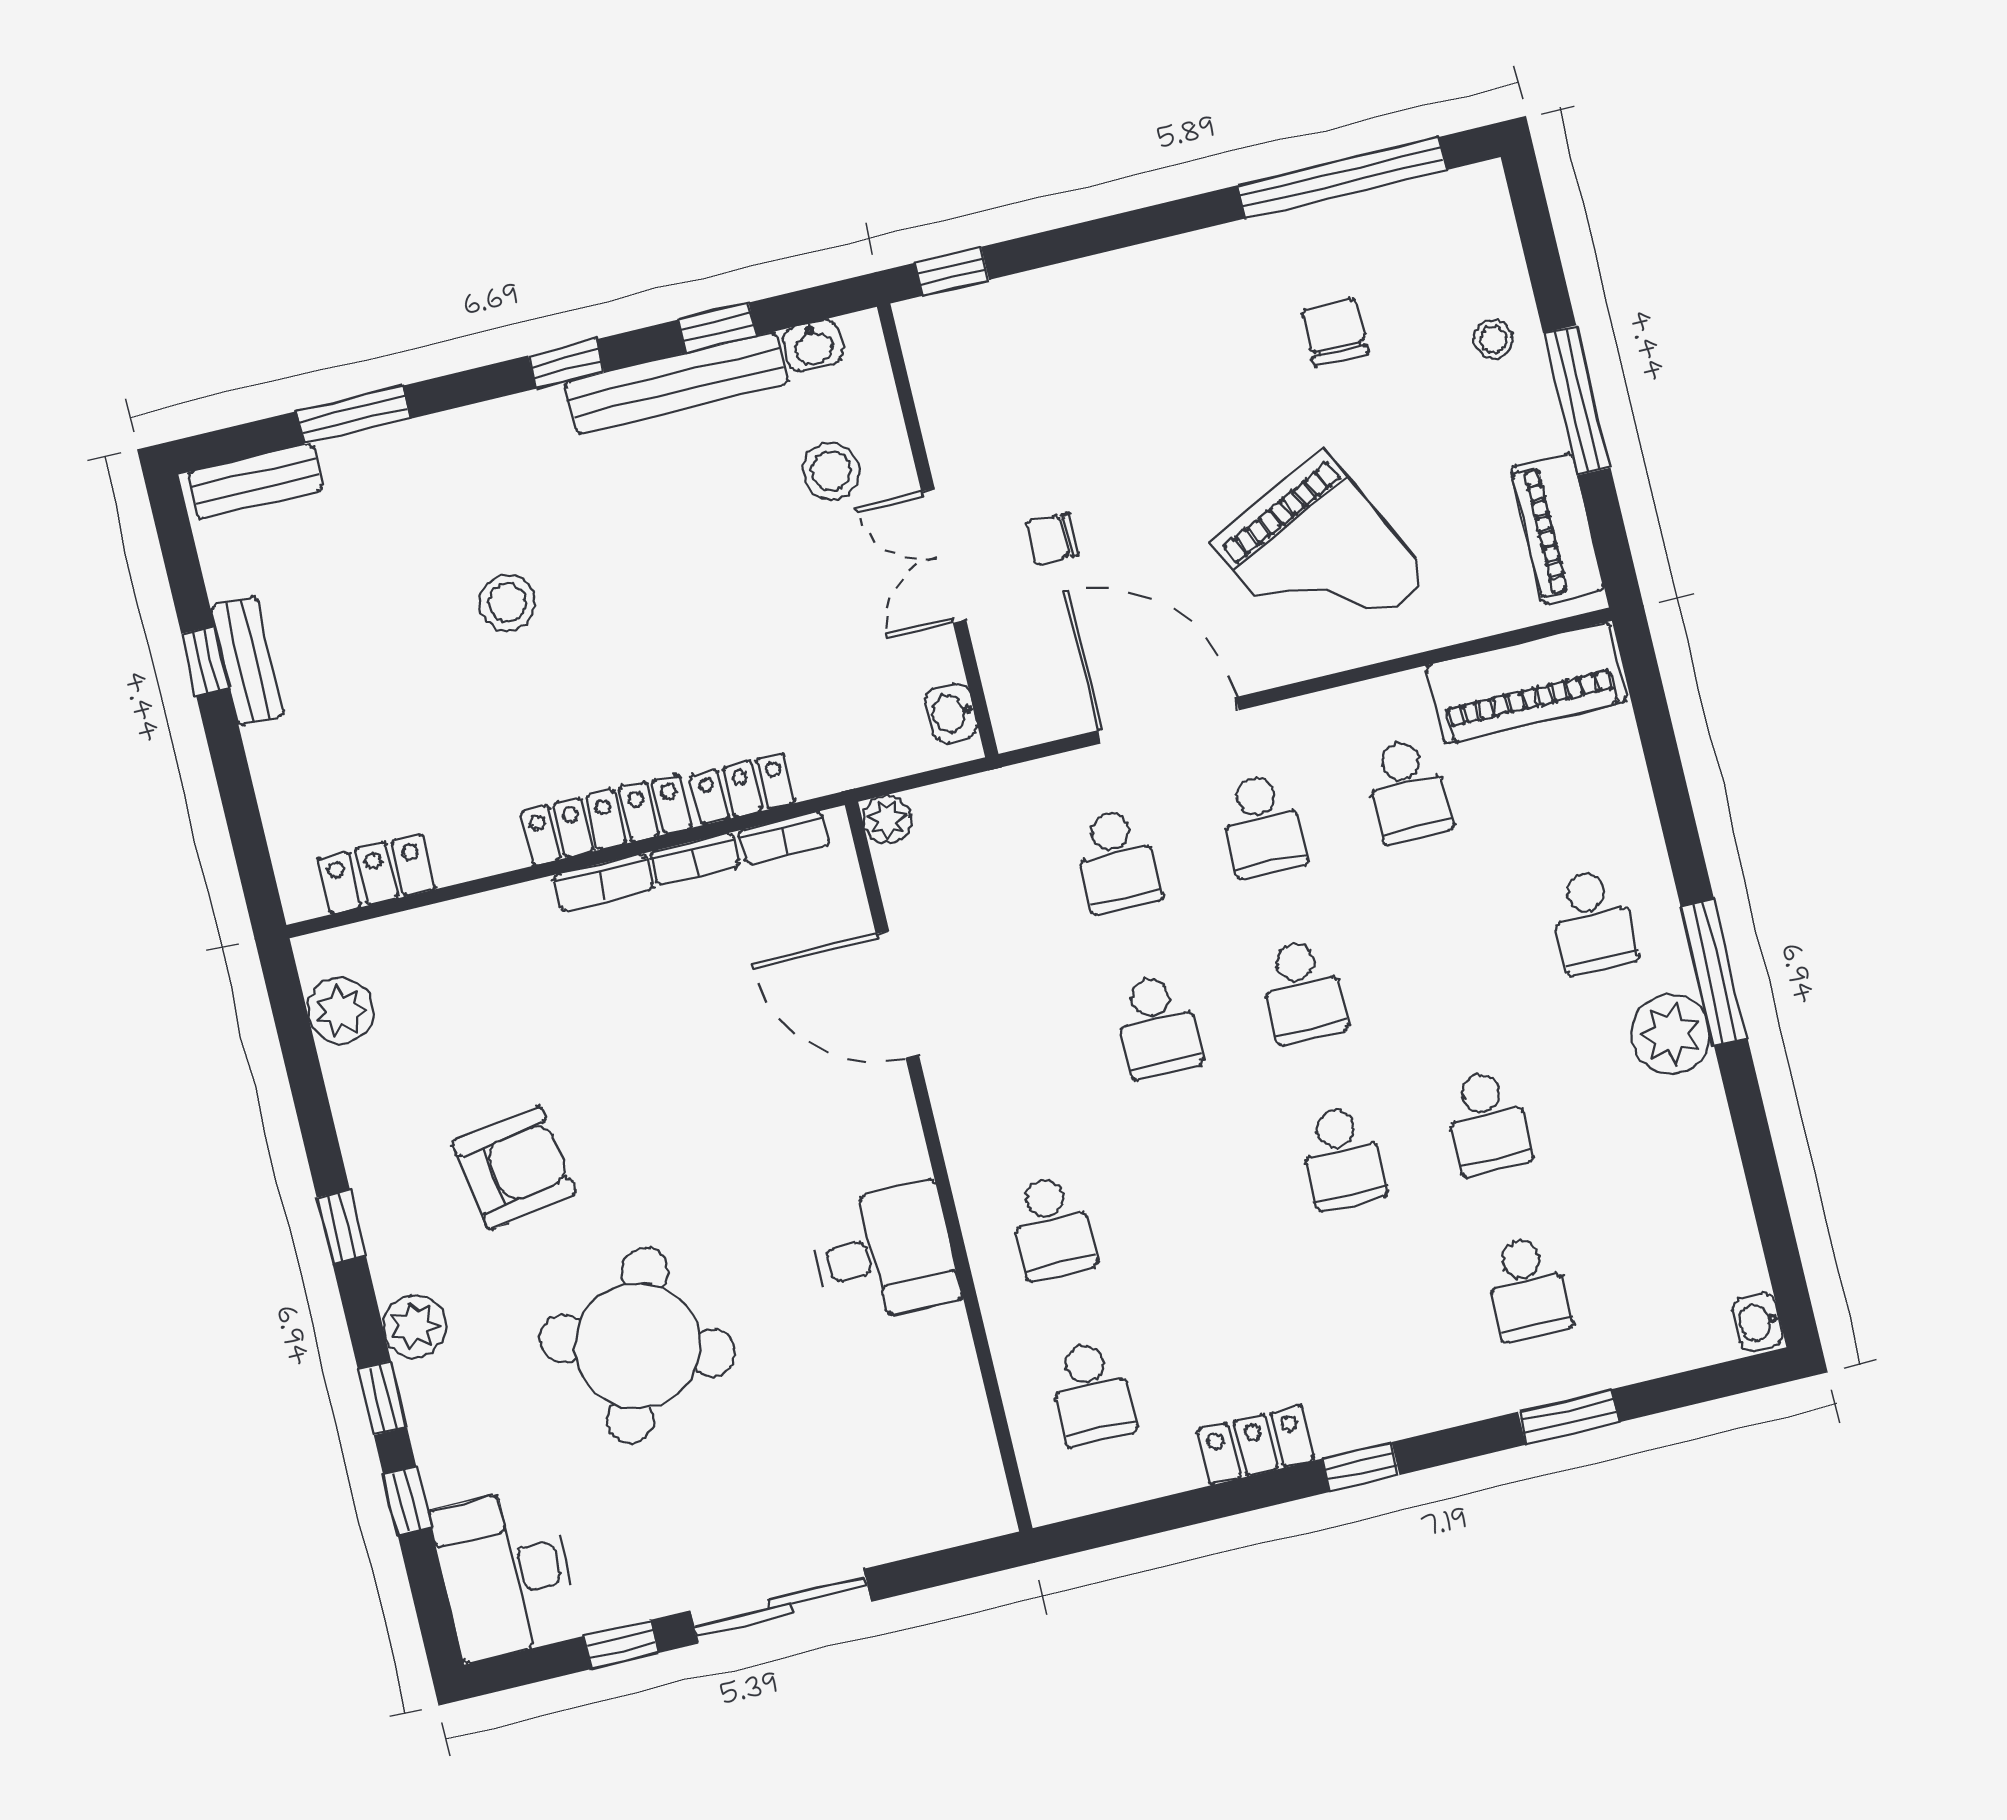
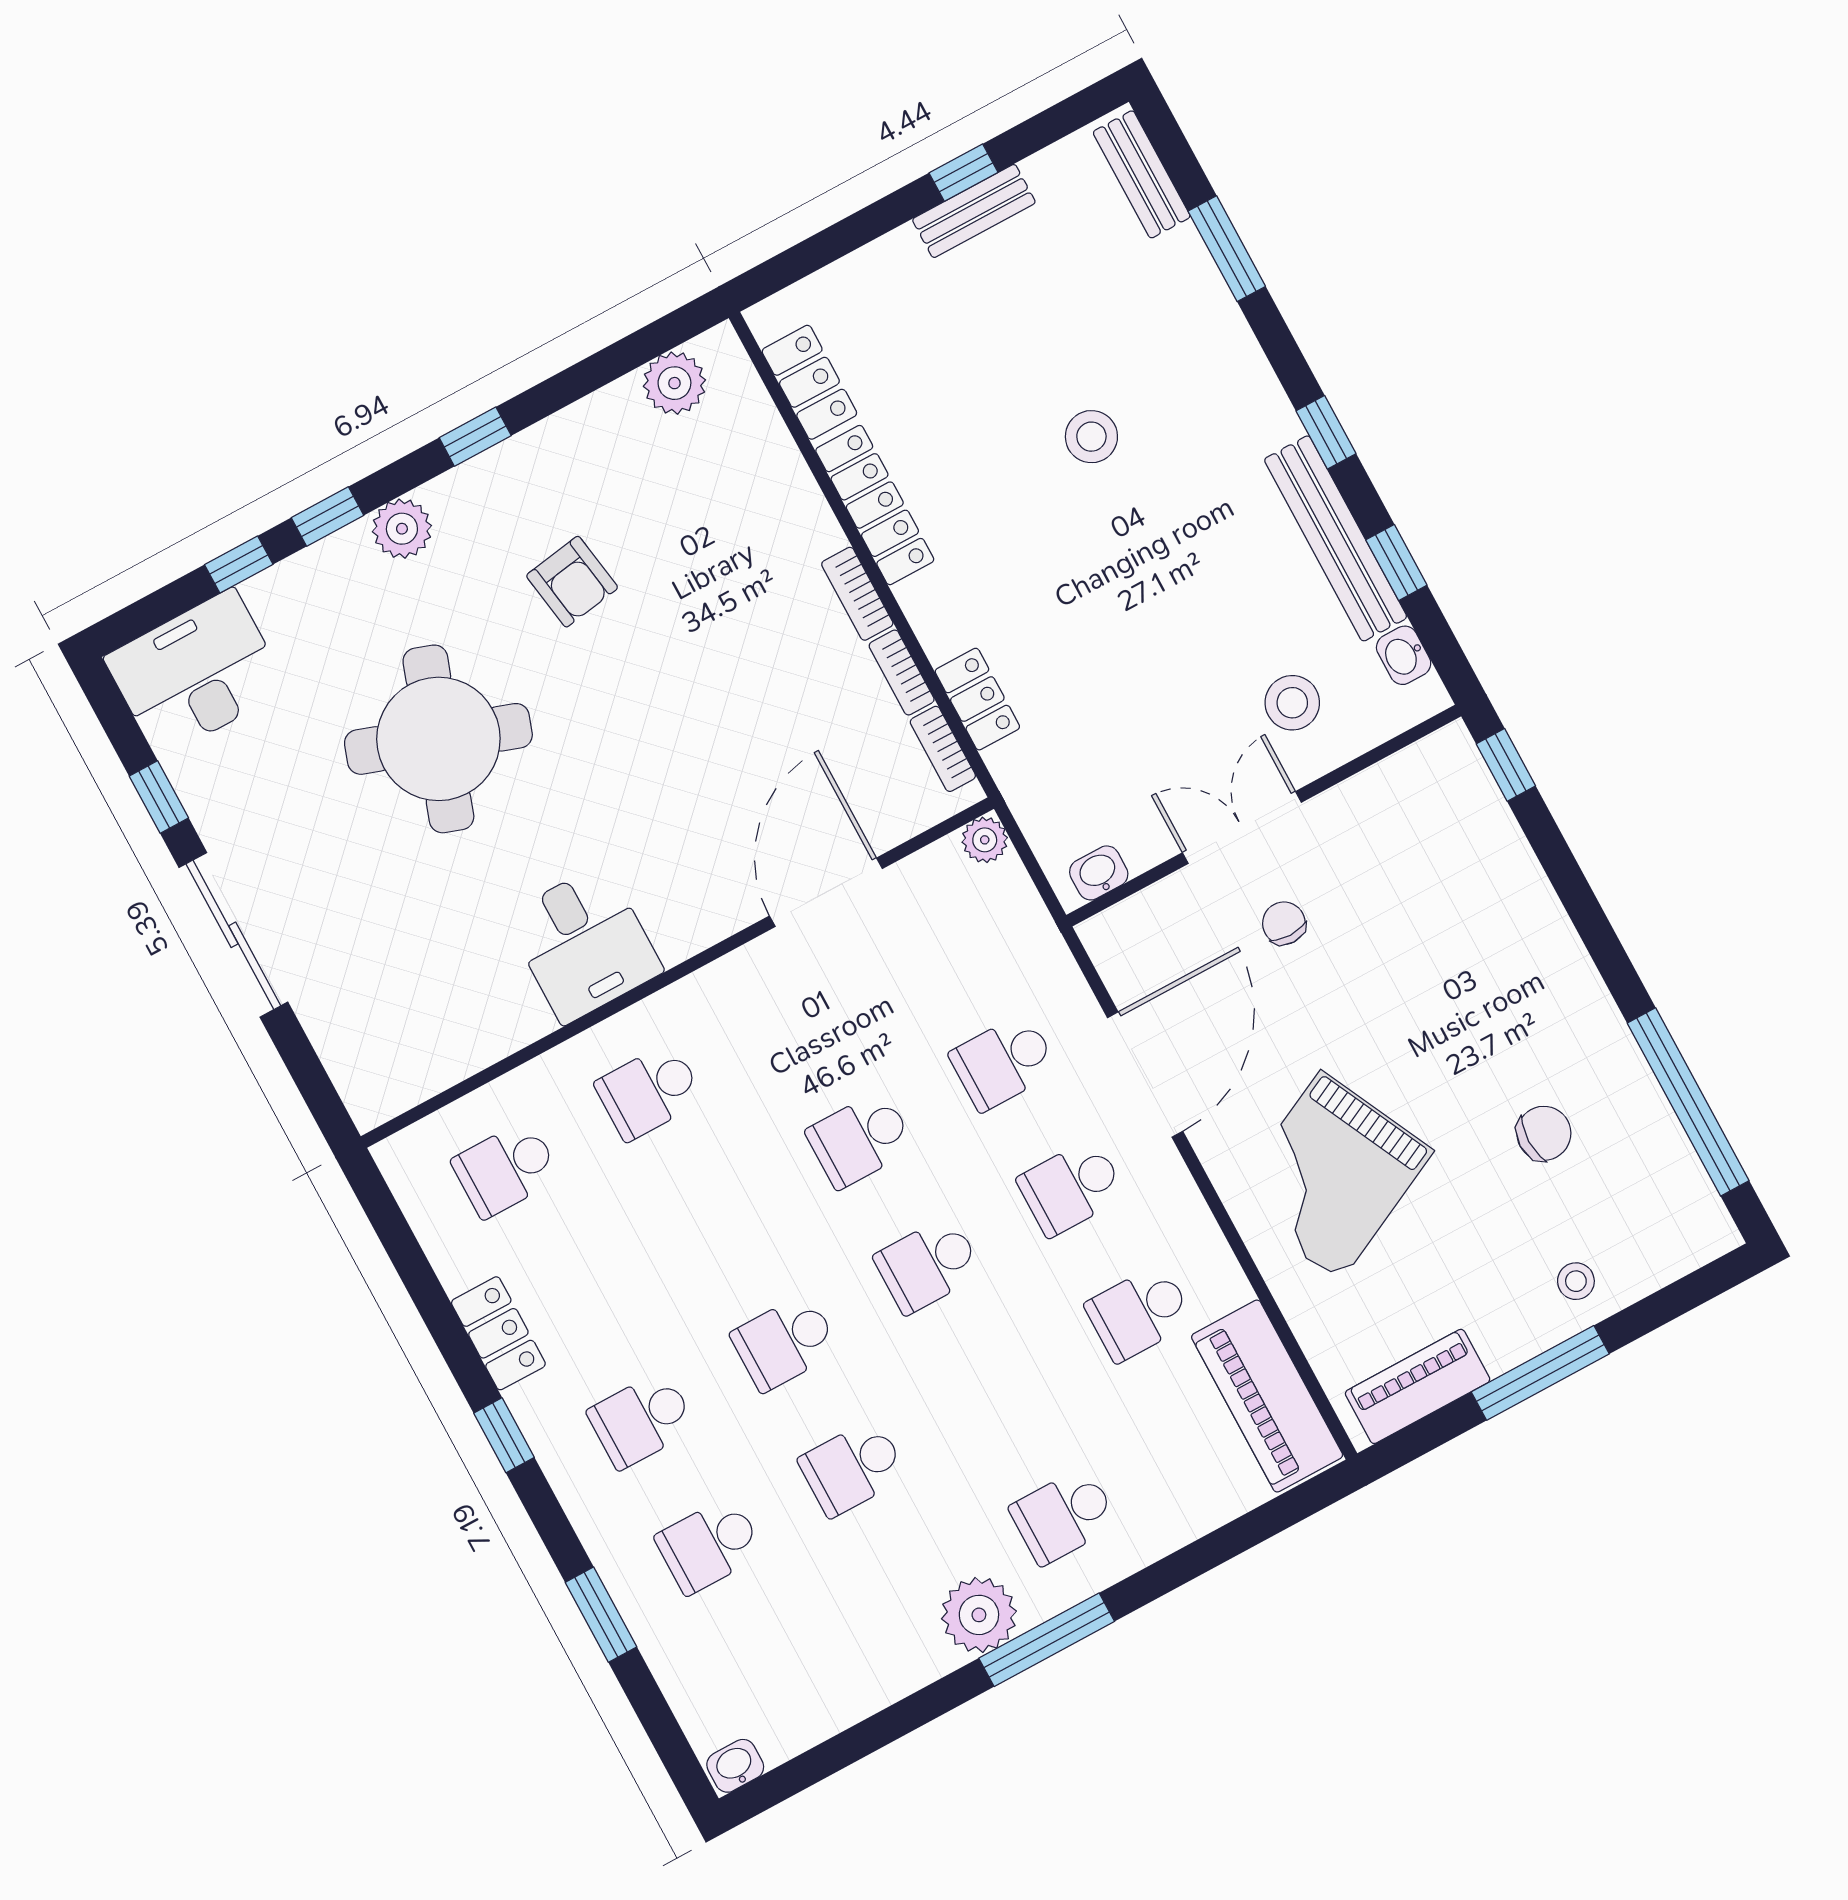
locker: (606, 820) -> (875, 505), moved
armchair: (514, 1168) -> (572, 582), width x0.72, depth x0.72
school desk: (1382, 1323) -> (642, 1420), added

